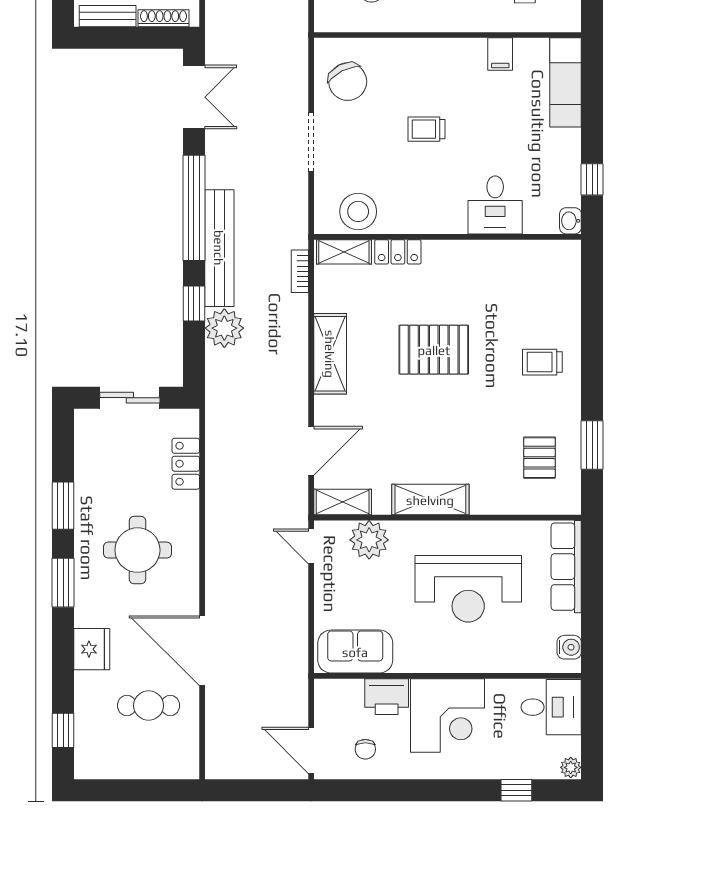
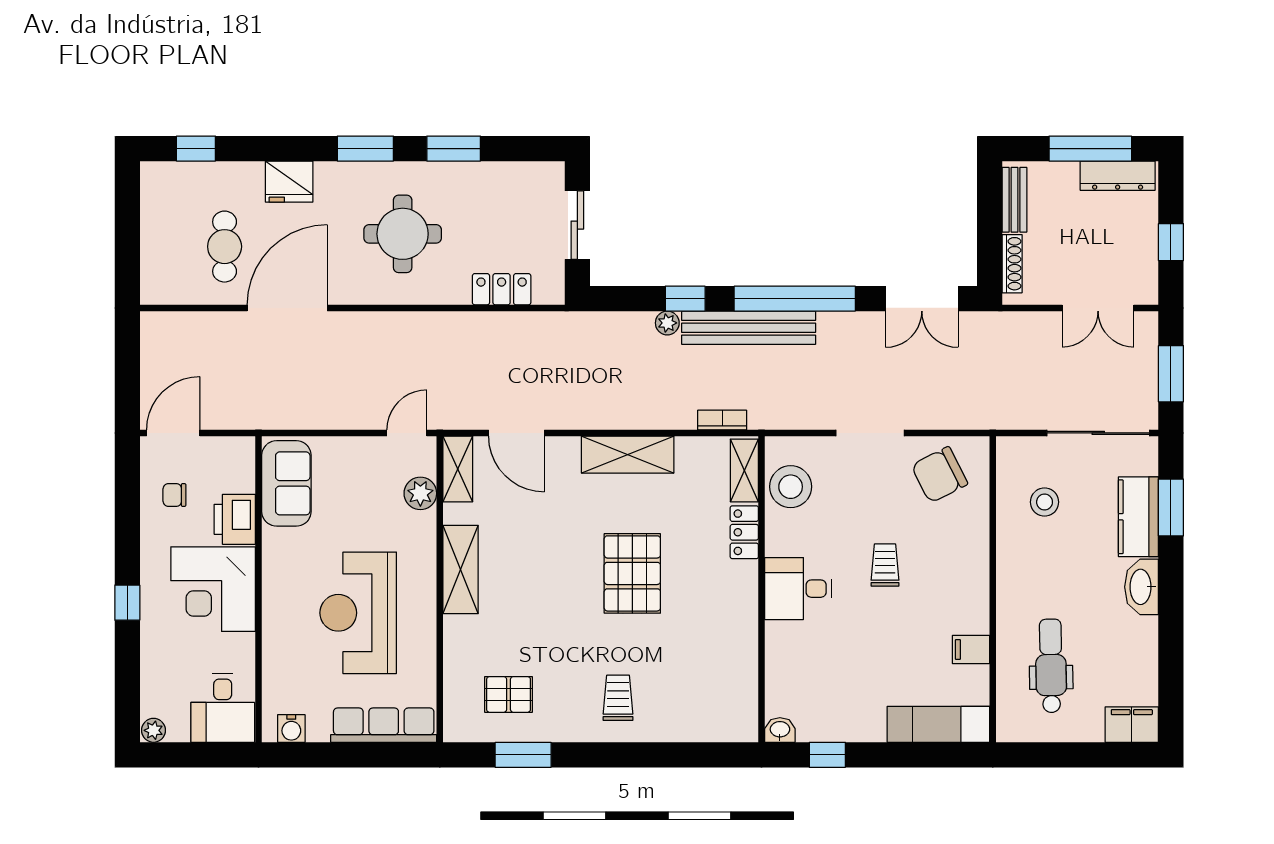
desk: (495, 205) -> (798, 589), moved
plant: (224, 328) -> (667, 323), width x0.53, depth x0.53
plant: (369, 540) -> (420, 493), width x0.73, depth x0.73
window: (516, 790) -> (127, 603), moved

